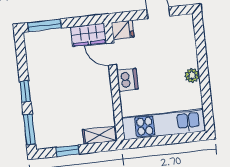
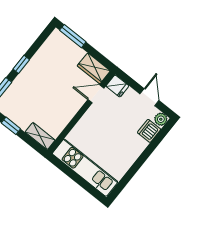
door: (111, 54) -> (96, 94), hinge flipped
plant: (192, 75) -> (161, 119), moved
dishwasher: (127, 80) -> (149, 131), moved, turned 180

